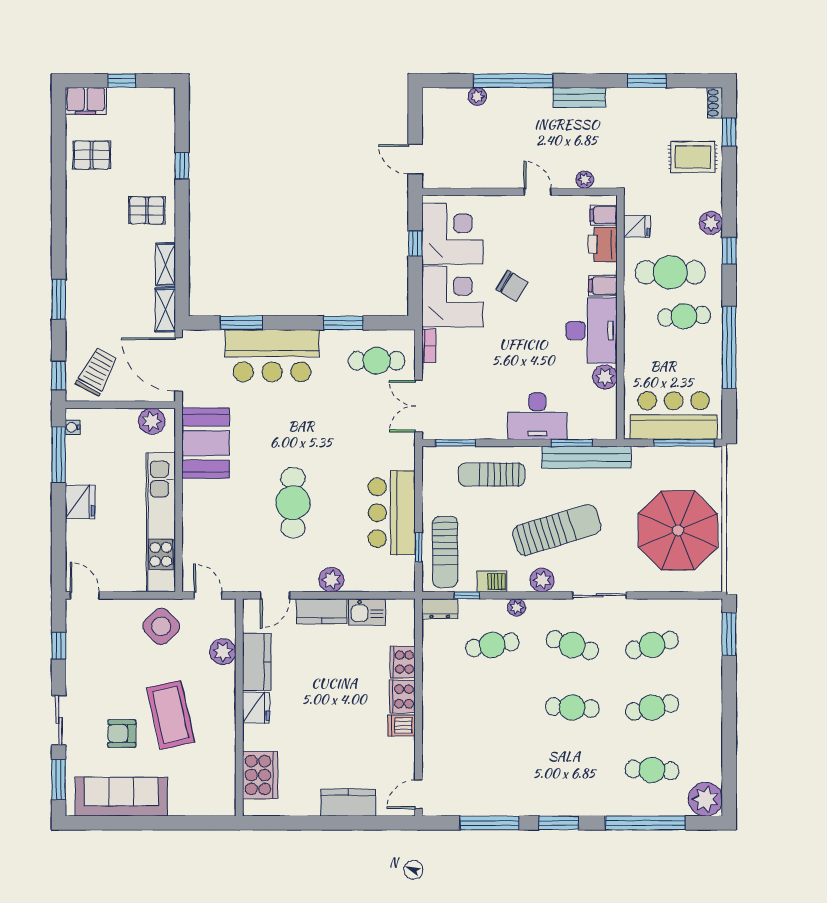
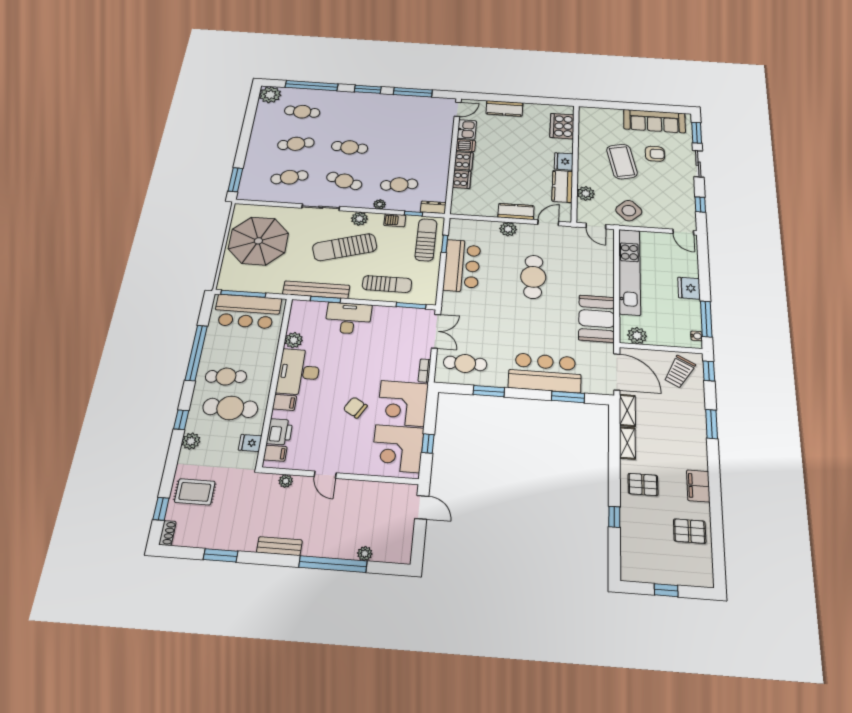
filing cabinet: (86, 101) -> (698, 486), moved, turned -90
kitchen sink: (367, 612) -> (467, 130), moved, turned 90

